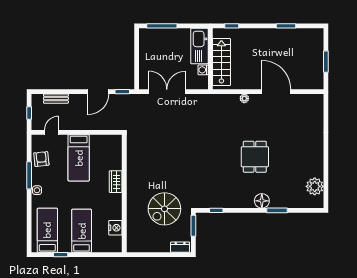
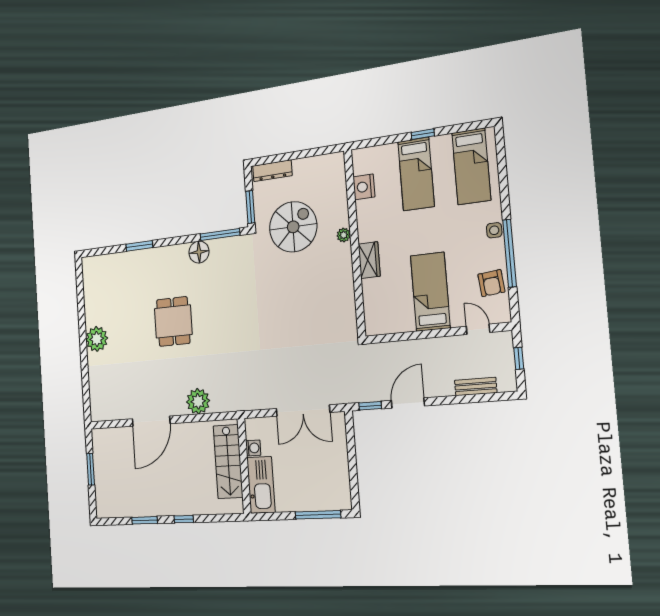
window: (232, 26) -> (184, 519), moved
door: (276, 92) -> (151, 421), hinge flipped
plant: (244, 98) -> (198, 401), width x1.87, depth x1.87
door: (52, 132) -> (478, 329), swing flipped
window: (29, 175) -> (510, 253), width x1.46
plant: (315, 186) -> (97, 339), moved
plant: (131, 199) -> (344, 235), added
floor lamp: (262, 201) -> (199, 252), moved
window: (216, 210) -> (220, 235), width x2.17
dresser: (180, 247) -> (272, 171), width x1.44
window: (61, 255) -> (423, 134), moved

